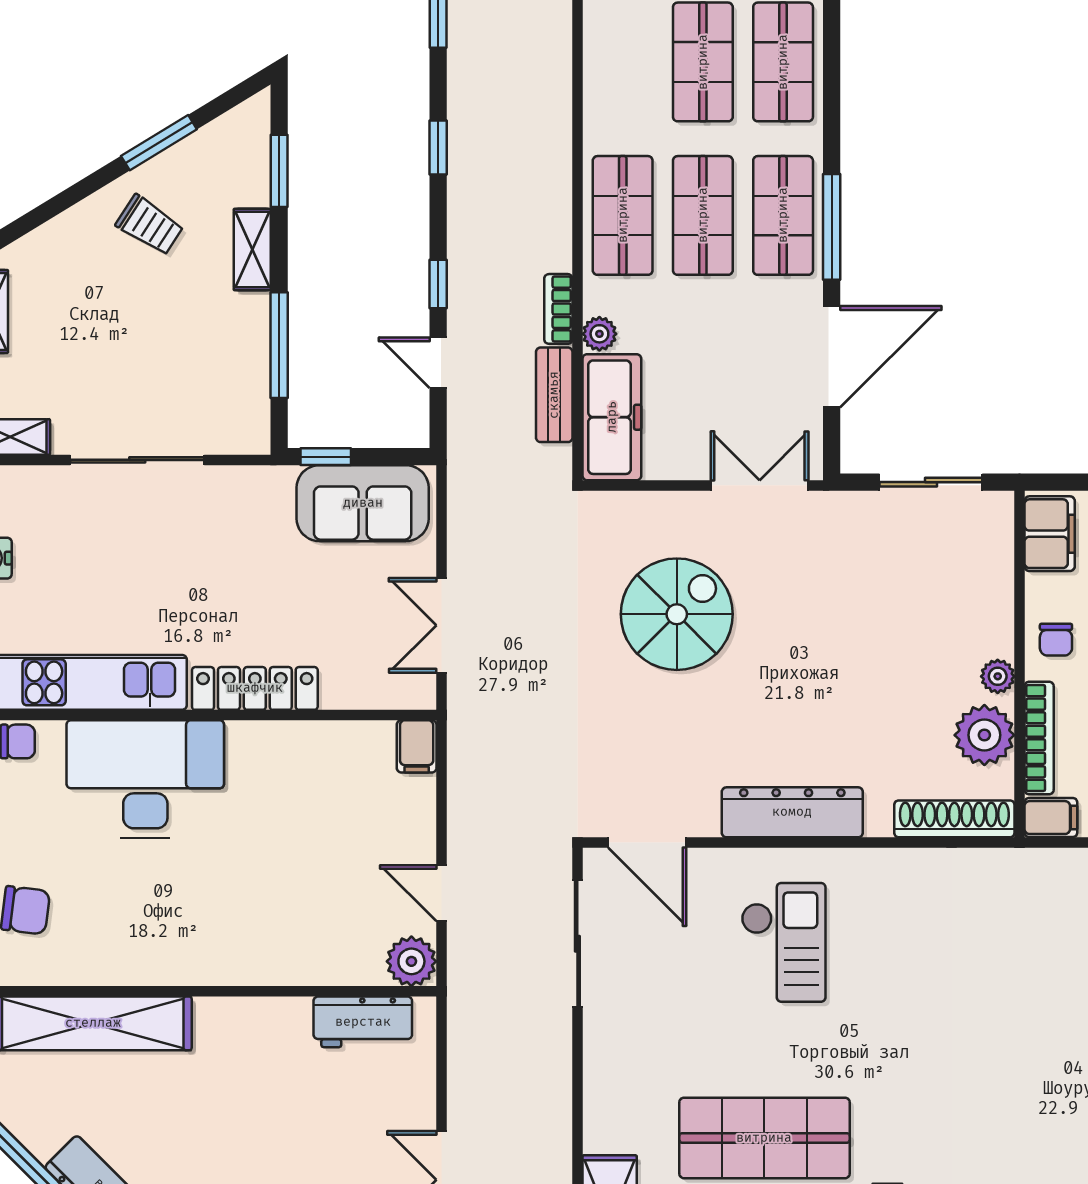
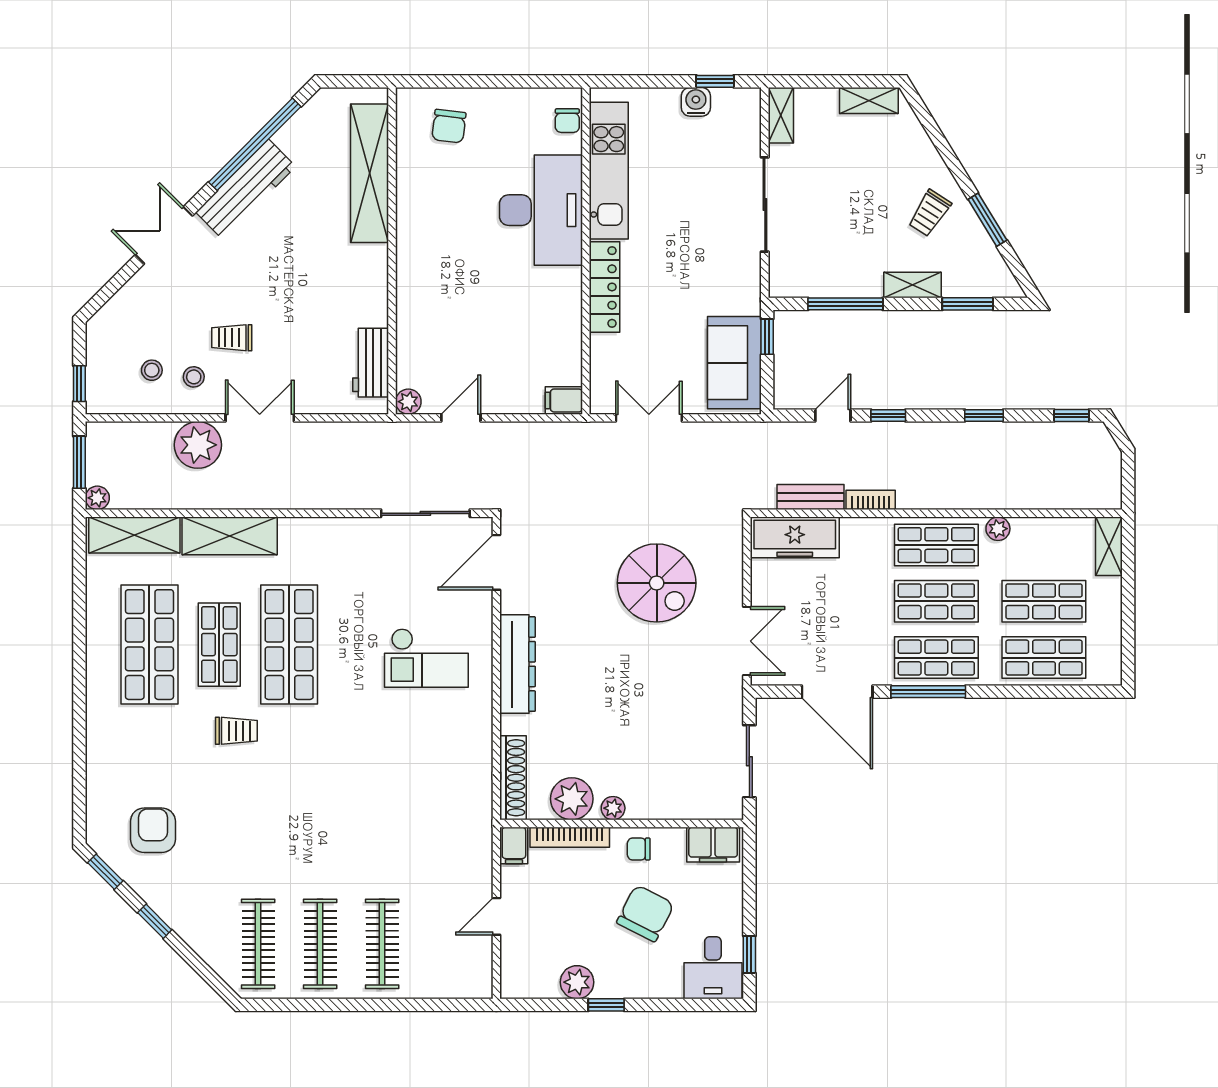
plant: (599, 334) -> (998, 529), moved
plant: (411, 961) -> (408, 402), width x0.73, depth x0.73

